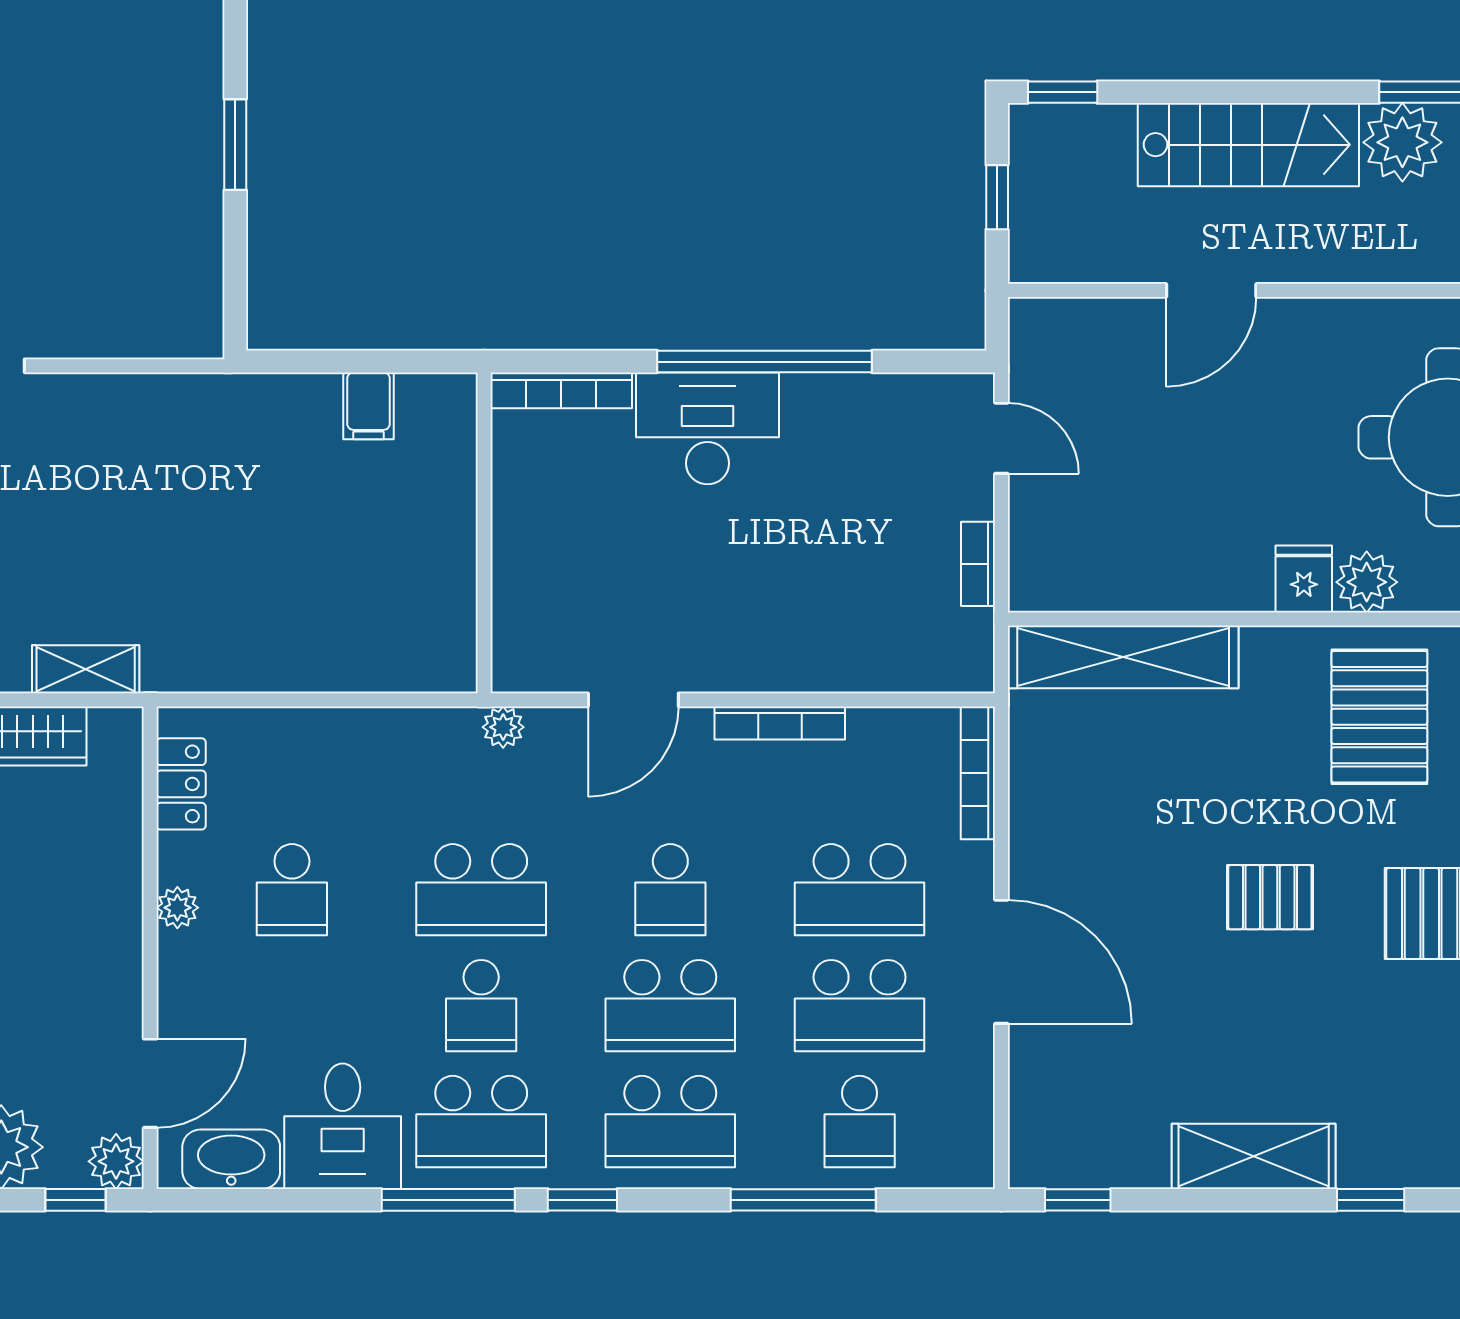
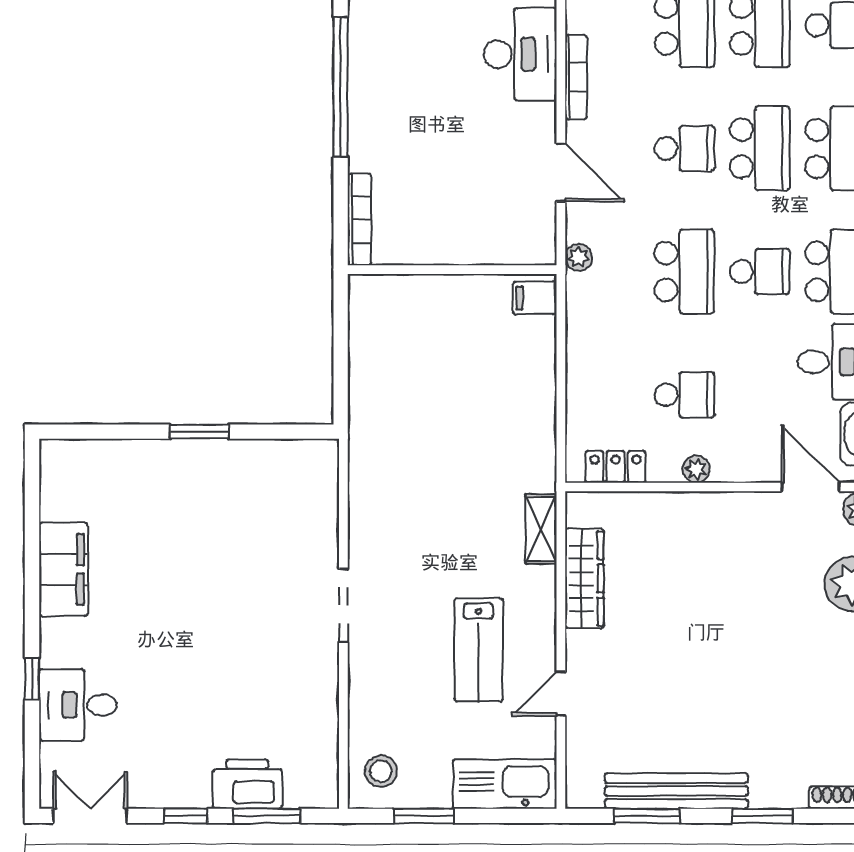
filing cabinet: (368, 406) -> (535, 298), moved, turned 180
desk: (707, 428) -> (520, 54), moved, turned 180

